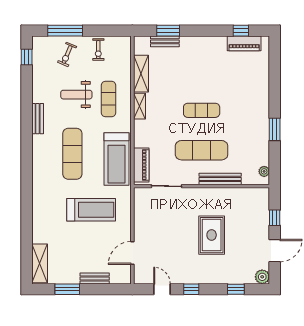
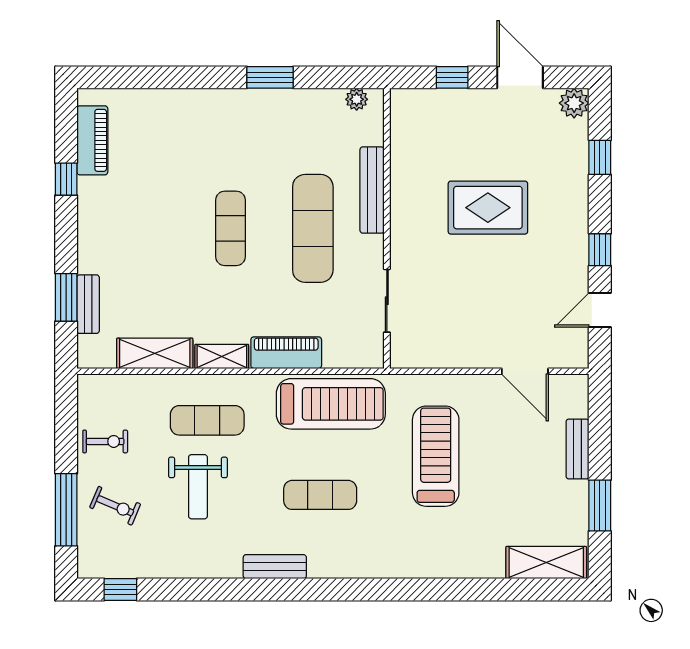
window: (241, 31) -> (66, 179), moved
bench: (38, 119) -> (275, 567), moved
exercise mat: (72, 154) -> (320, 495), width x0.73, depth x0.69
piano: (141, 165) -> (286, 353), moved

